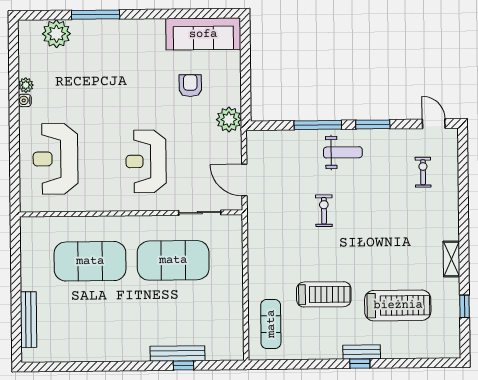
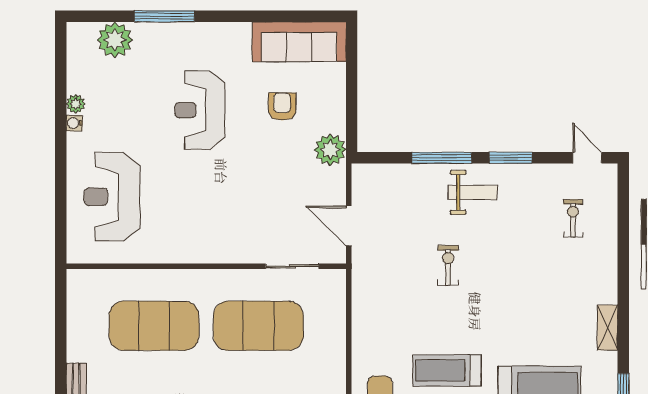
reception desk: (146, 161) -> (200, 110), moved
treadmill: (324, 294) -> (447, 370), turned 180

